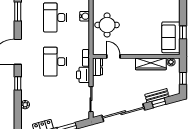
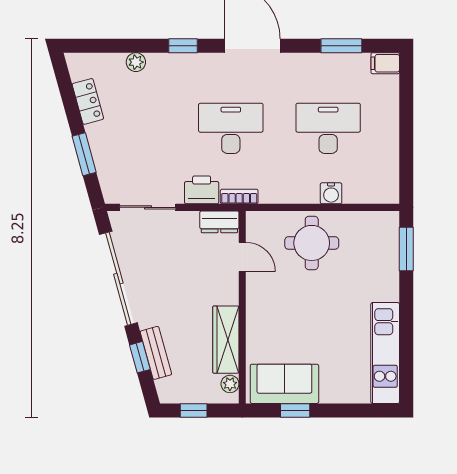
door: (113, 56) -> (242, 257), hinge flipped

